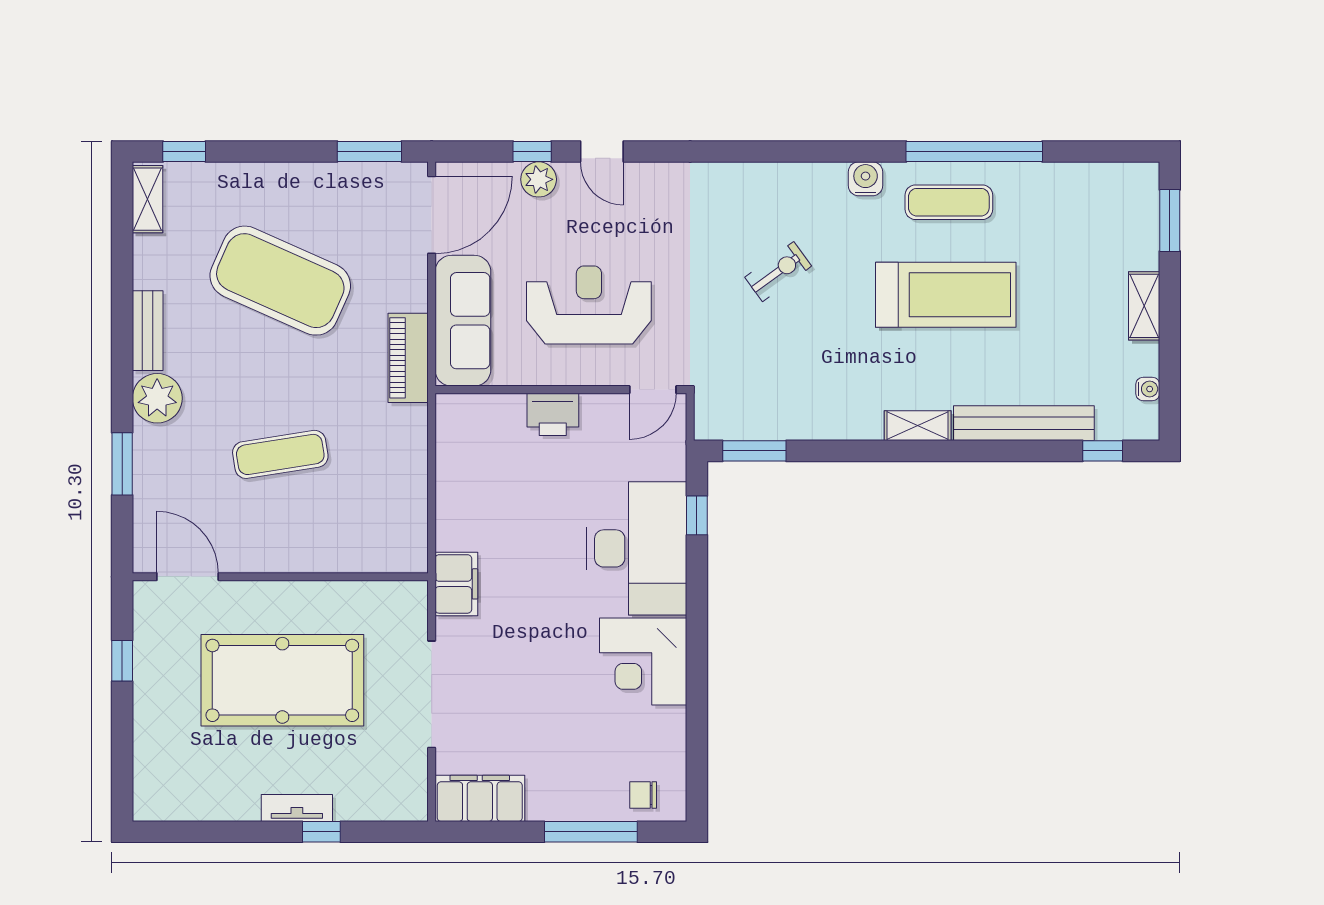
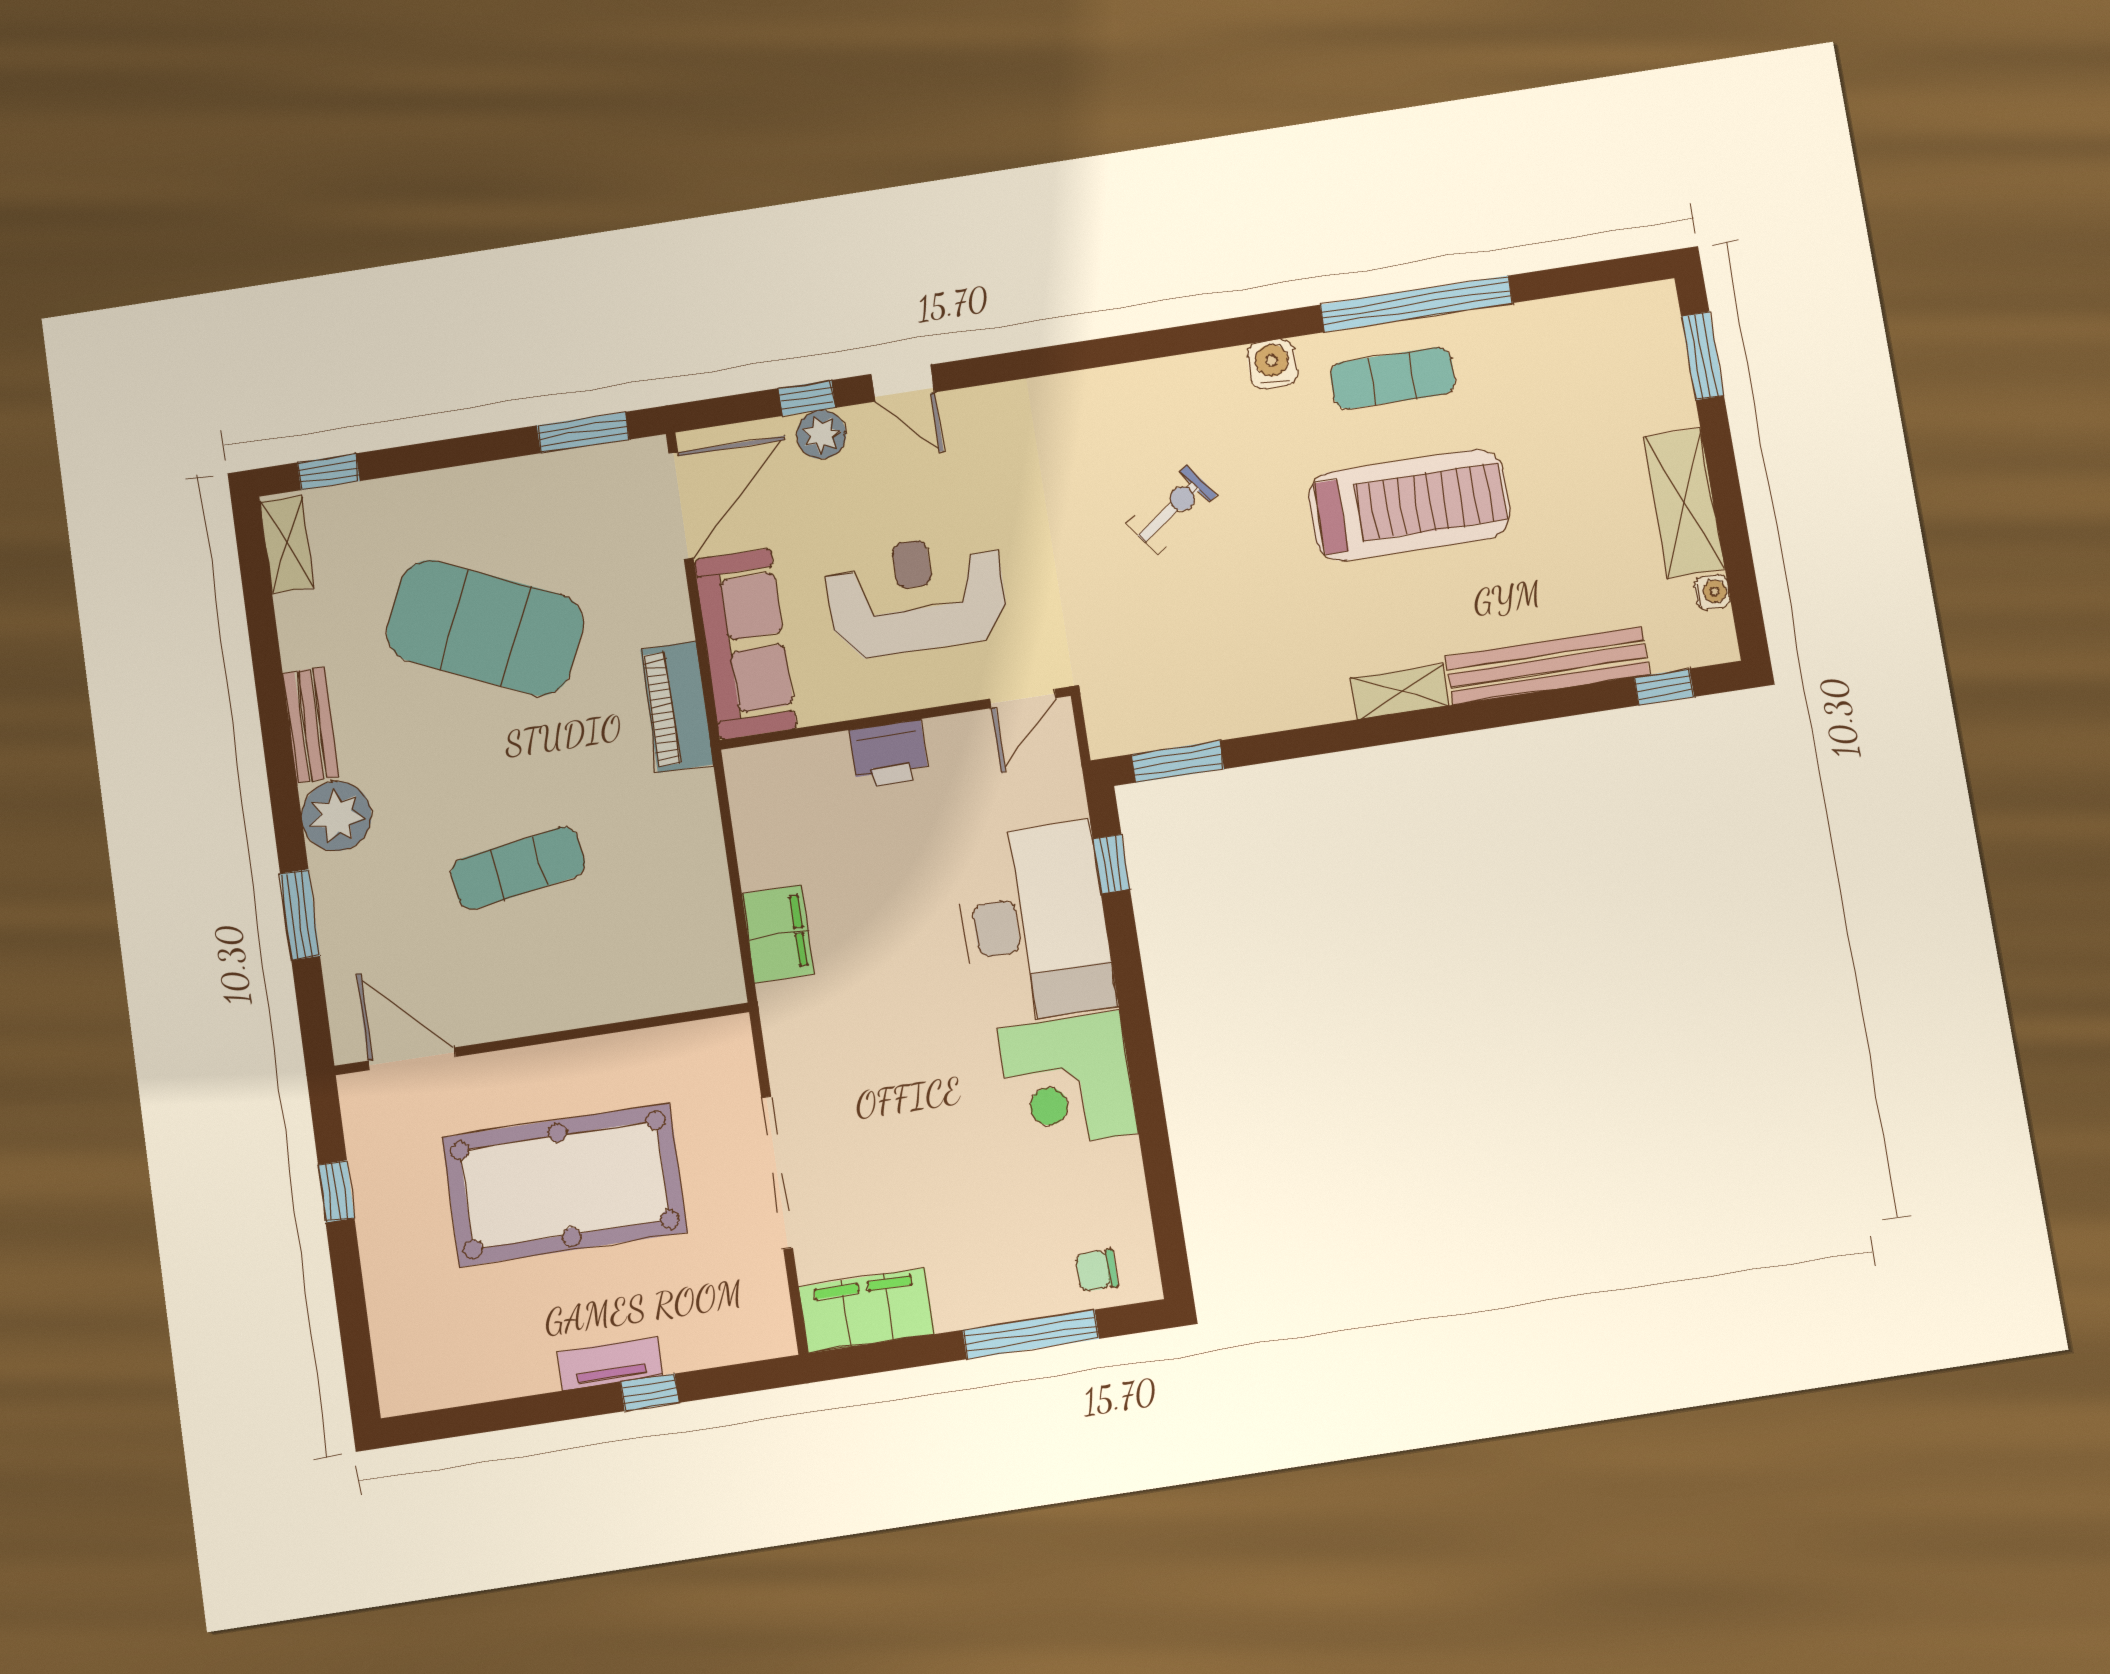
shelving: (1144, 306) -> (1684, 503), width x1.50, depth x1.33
filing cabinet: (456, 584) -> (778, 934), moved

